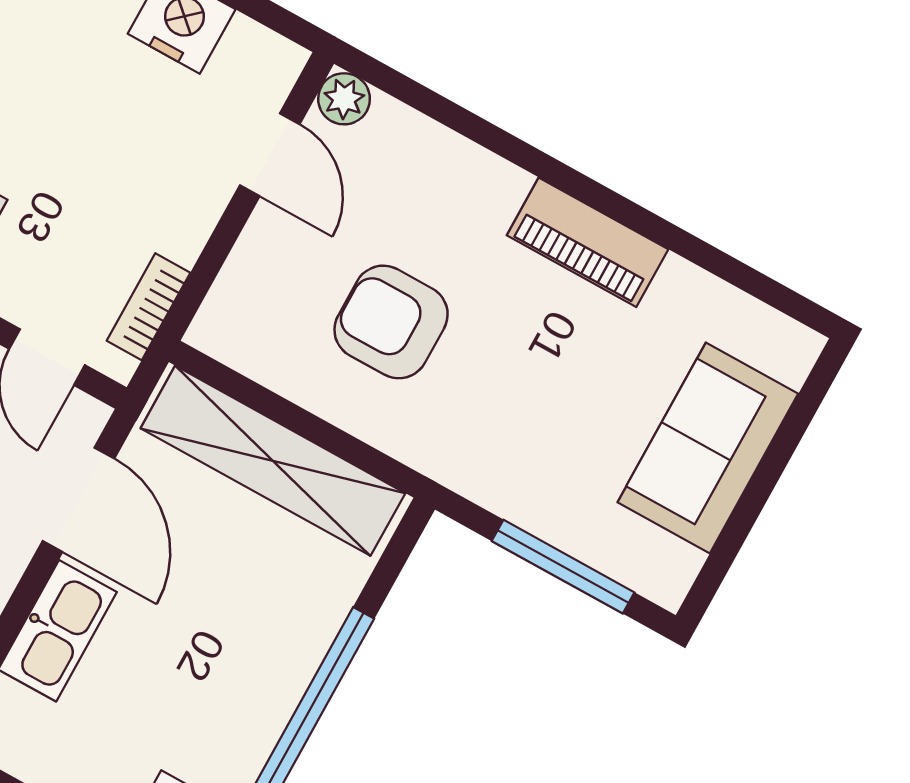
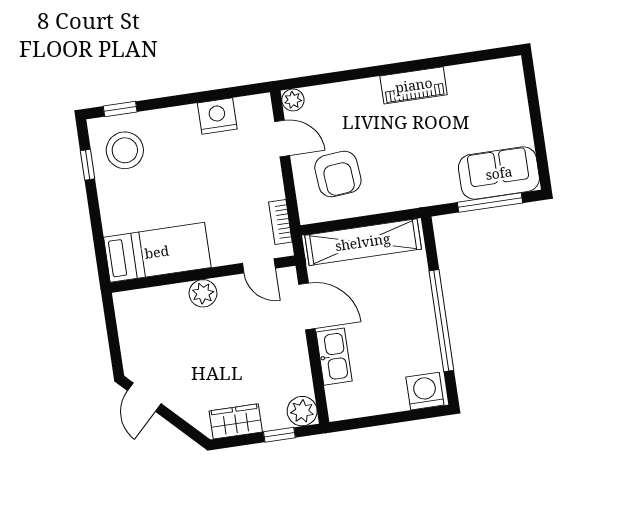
armchair: (391, 322) -> (338, 174), moved, turned -95
sofa: (708, 448) -> (499, 173), moved, turned 90

